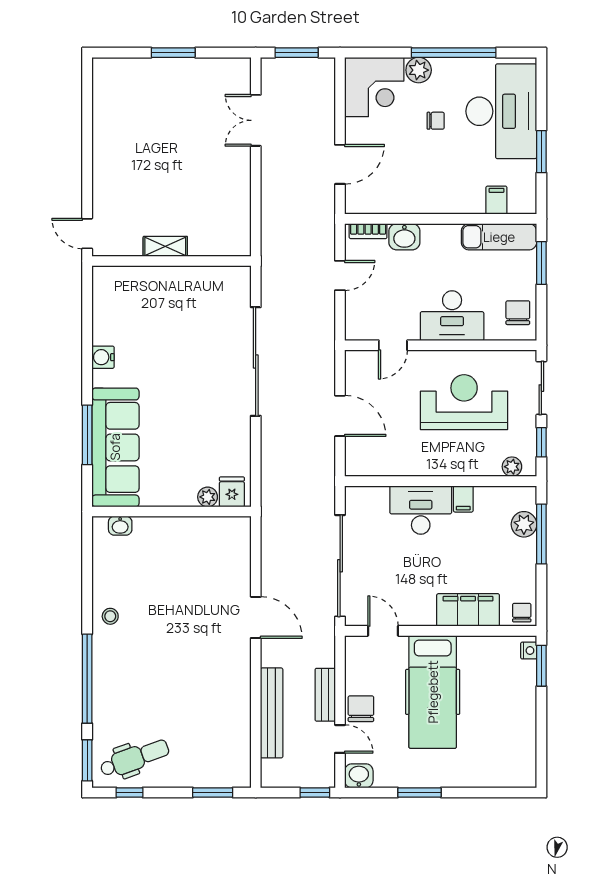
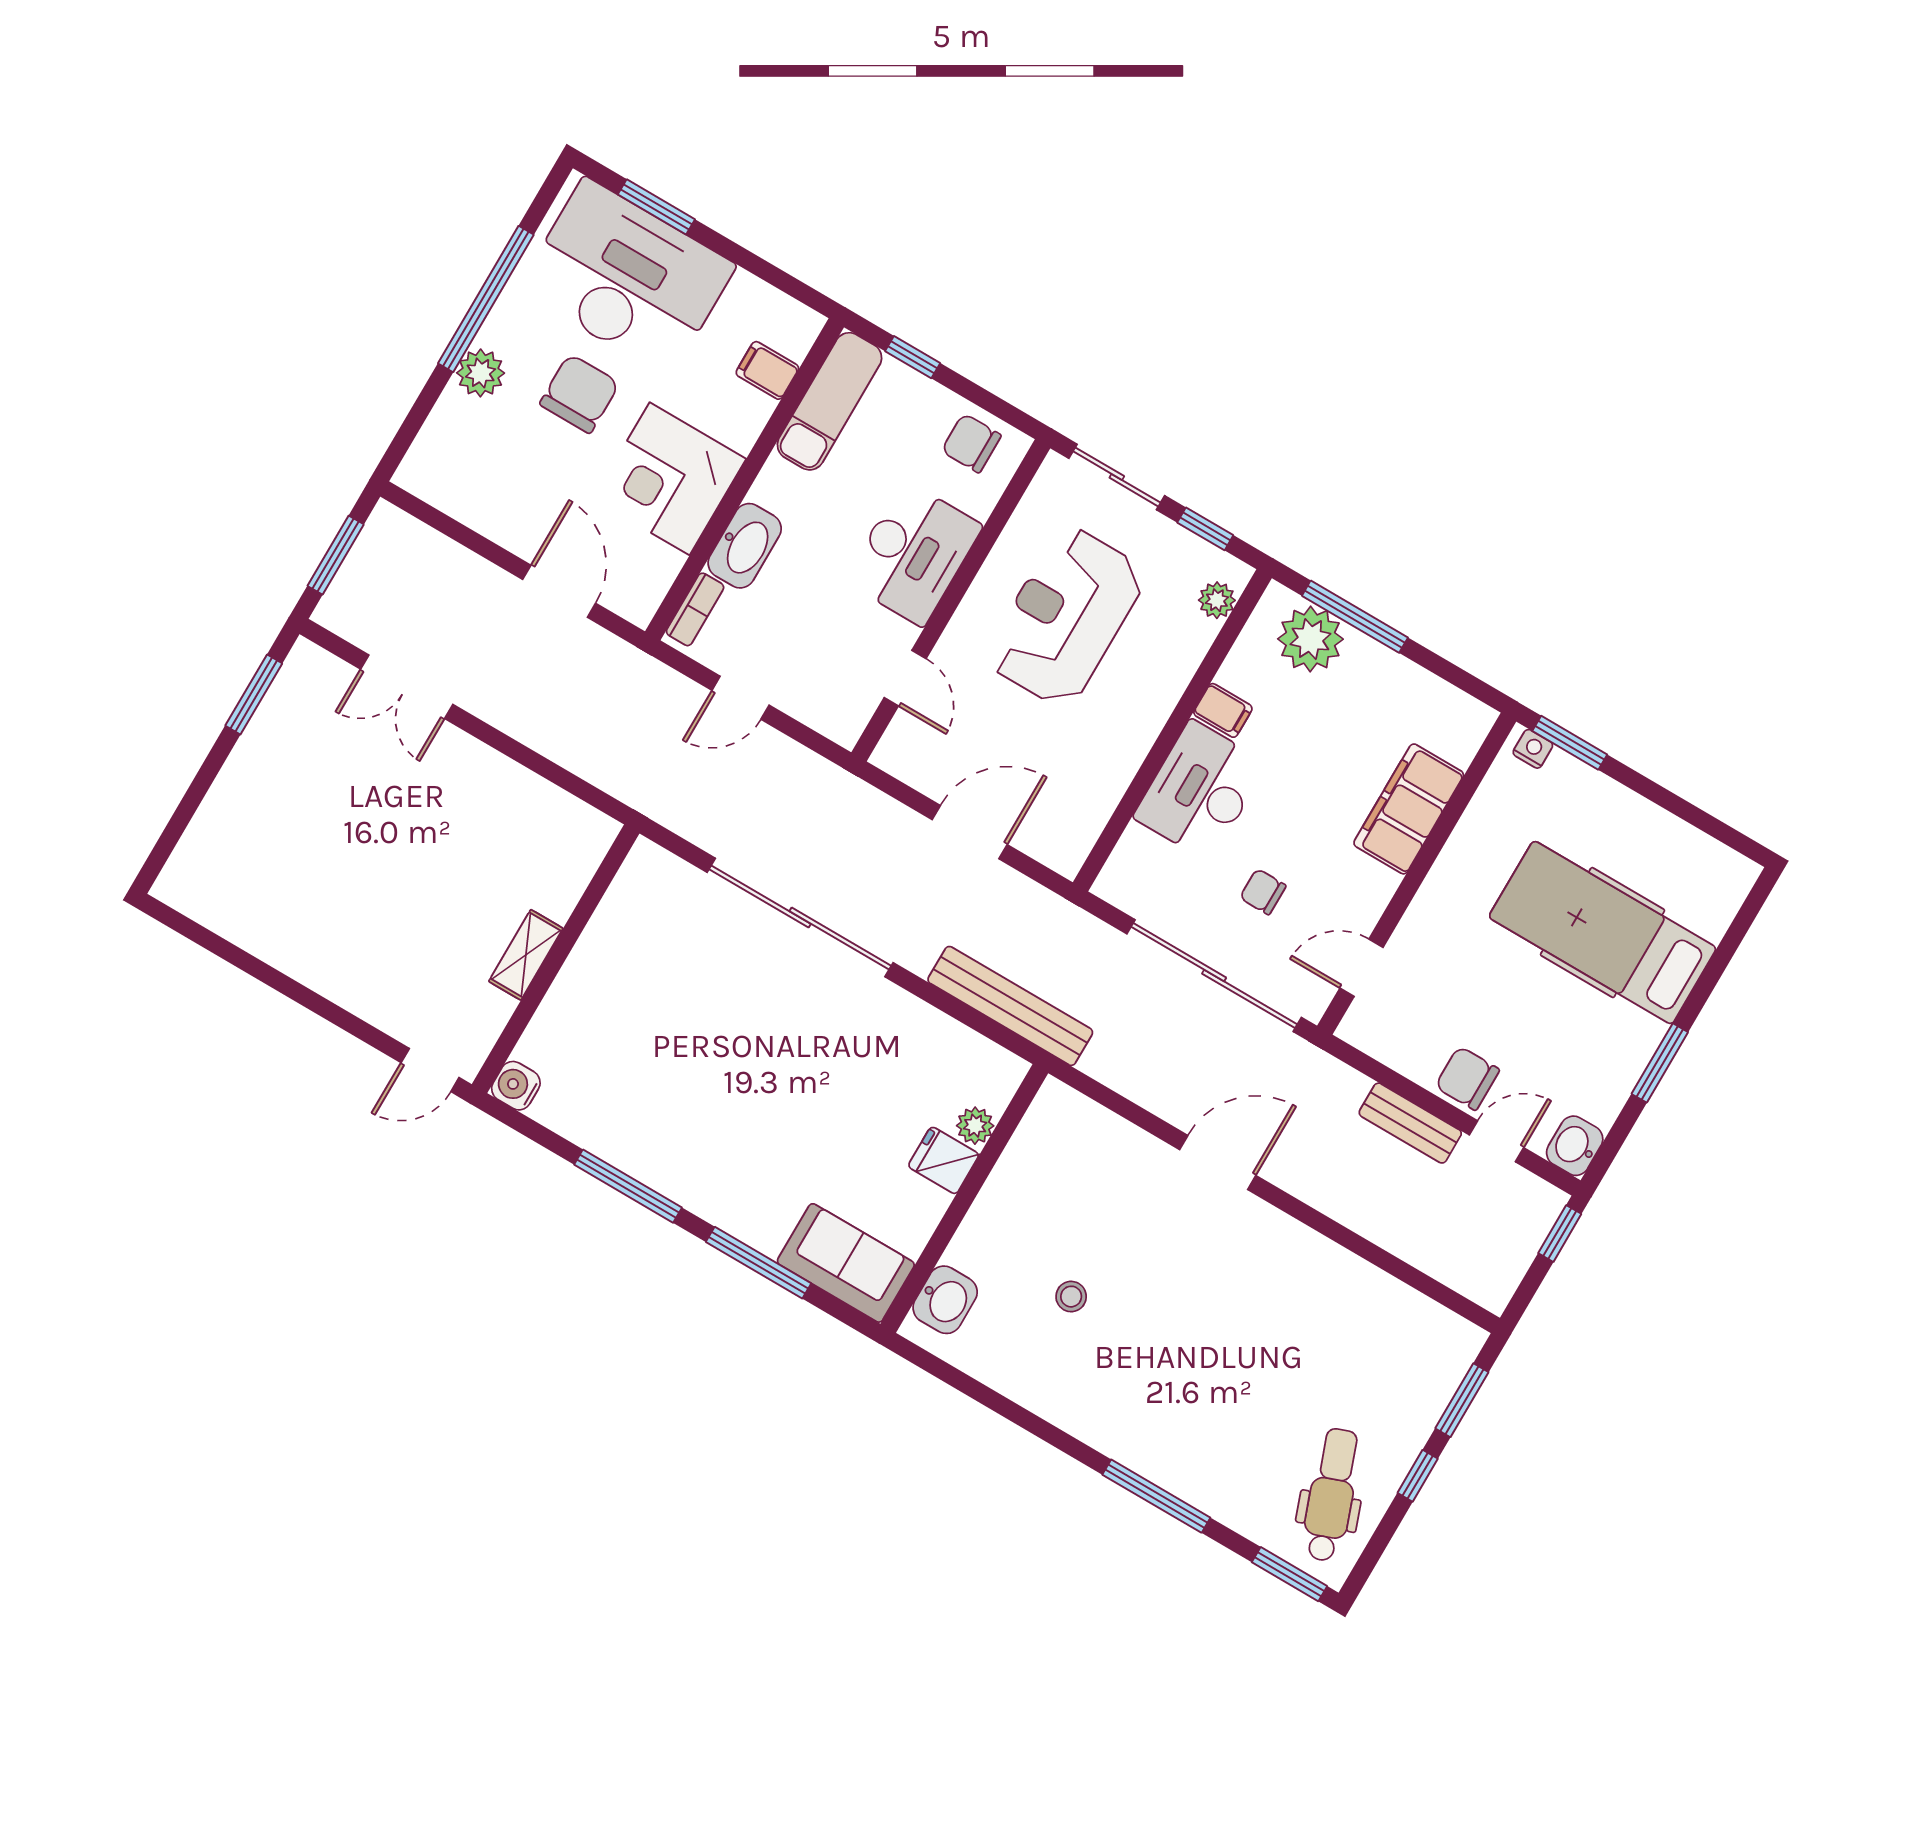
window: (173, 53) -> (254, 695), moved
corner desk: (374, 87) -> (670, 479), moved, turned 180
chair: (436, 121) -> (580, 394), width x1.87, depth x1.87
window: (541, 152) -> (656, 207), moved
washbasin: (404, 237) -> (745, 546), width x1.38
window: (541, 263) -> (913, 357), width x0.67
door: (340, 276) -> (741, 698), swing flipped
window: (87, 355) -> (628, 1186), added
water cooler: (103, 357) -> (516, 1086), moved, turned 90
sofa: (115, 447) -> (846, 1263), width x0.54, depth x0.79
fridge: (232, 492) -> (944, 1160), moved
plant: (524, 524) -> (1310, 639), width x1.36, depth x1.36
washbasin: (120, 526) -> (945, 1300), width x1.38, depth x1.45
chair: (522, 613) -> (1263, 892), moved
stool: (110, 616) -> (1071, 1297), moved
window: (87, 679) -> (1156, 1496), width x0.68
hospital bed: (433, 692) -> (1603, 933), moved, turned 180
bench: (272, 713) -> (1010, 1006), moved
window: (129, 792) -> (1418, 1476), moved

